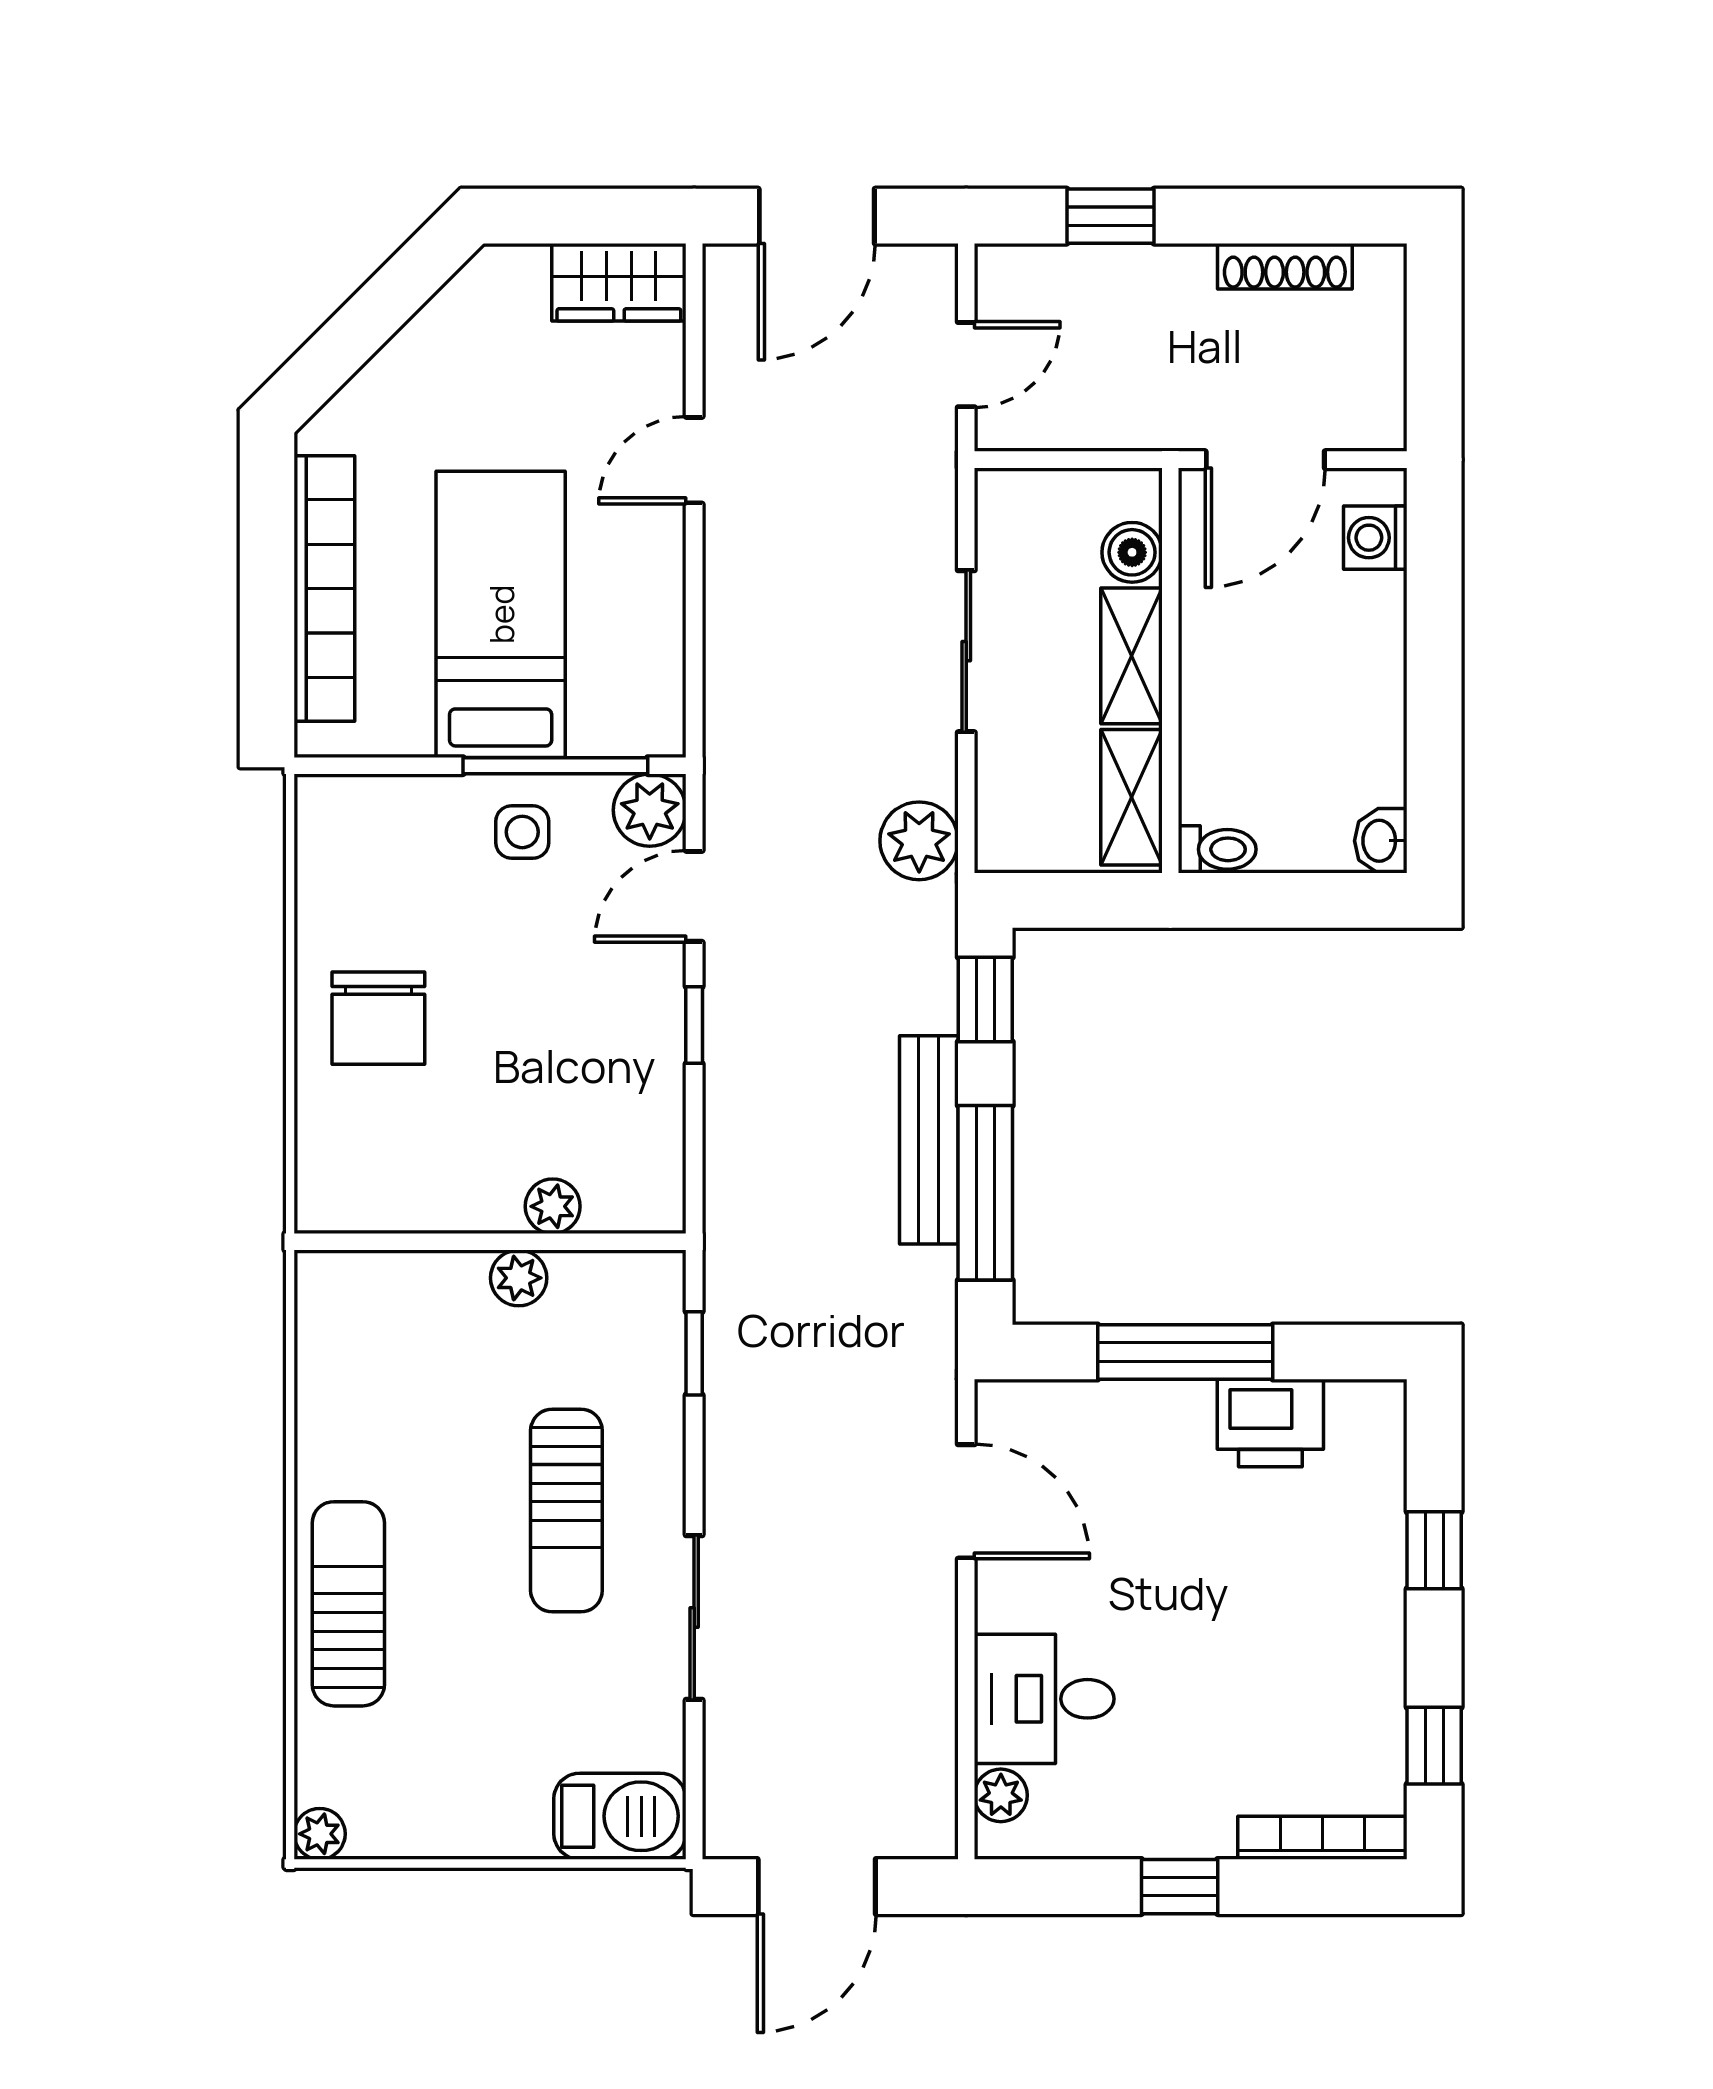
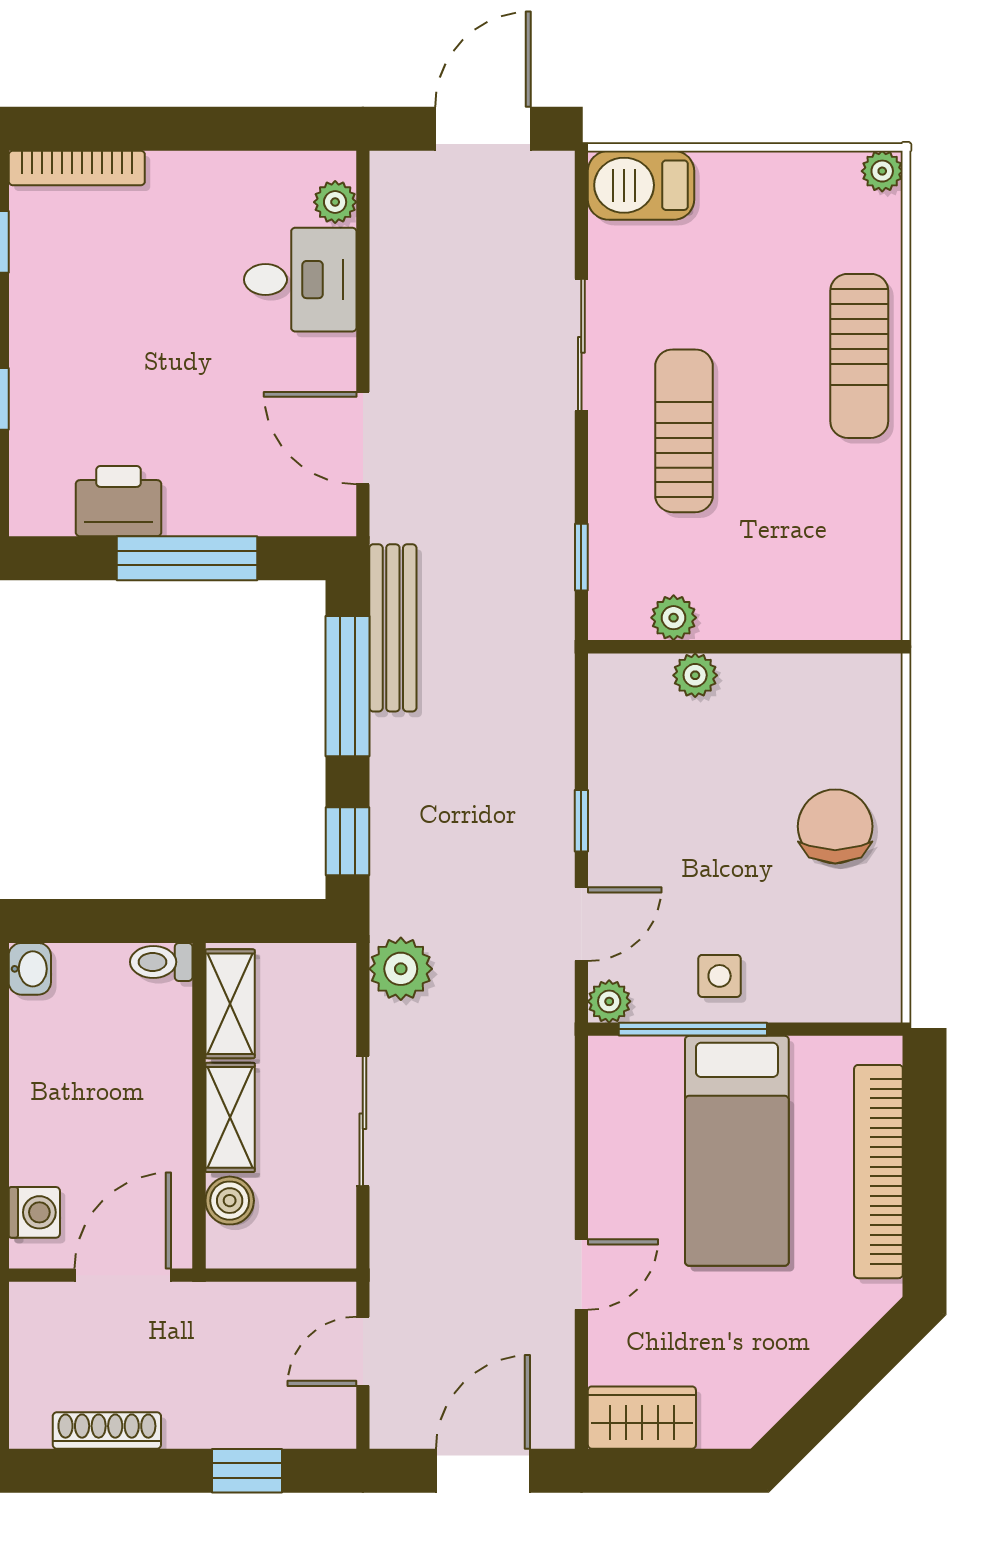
plant: (650, 810) -> (609, 1001), width x0.73, depth x0.73
bench: (929, 1140) -> (393, 628), moved
plant: (519, 1278) -> (674, 618), moved
window: (1180, 1887) -> (191, 129), removed

